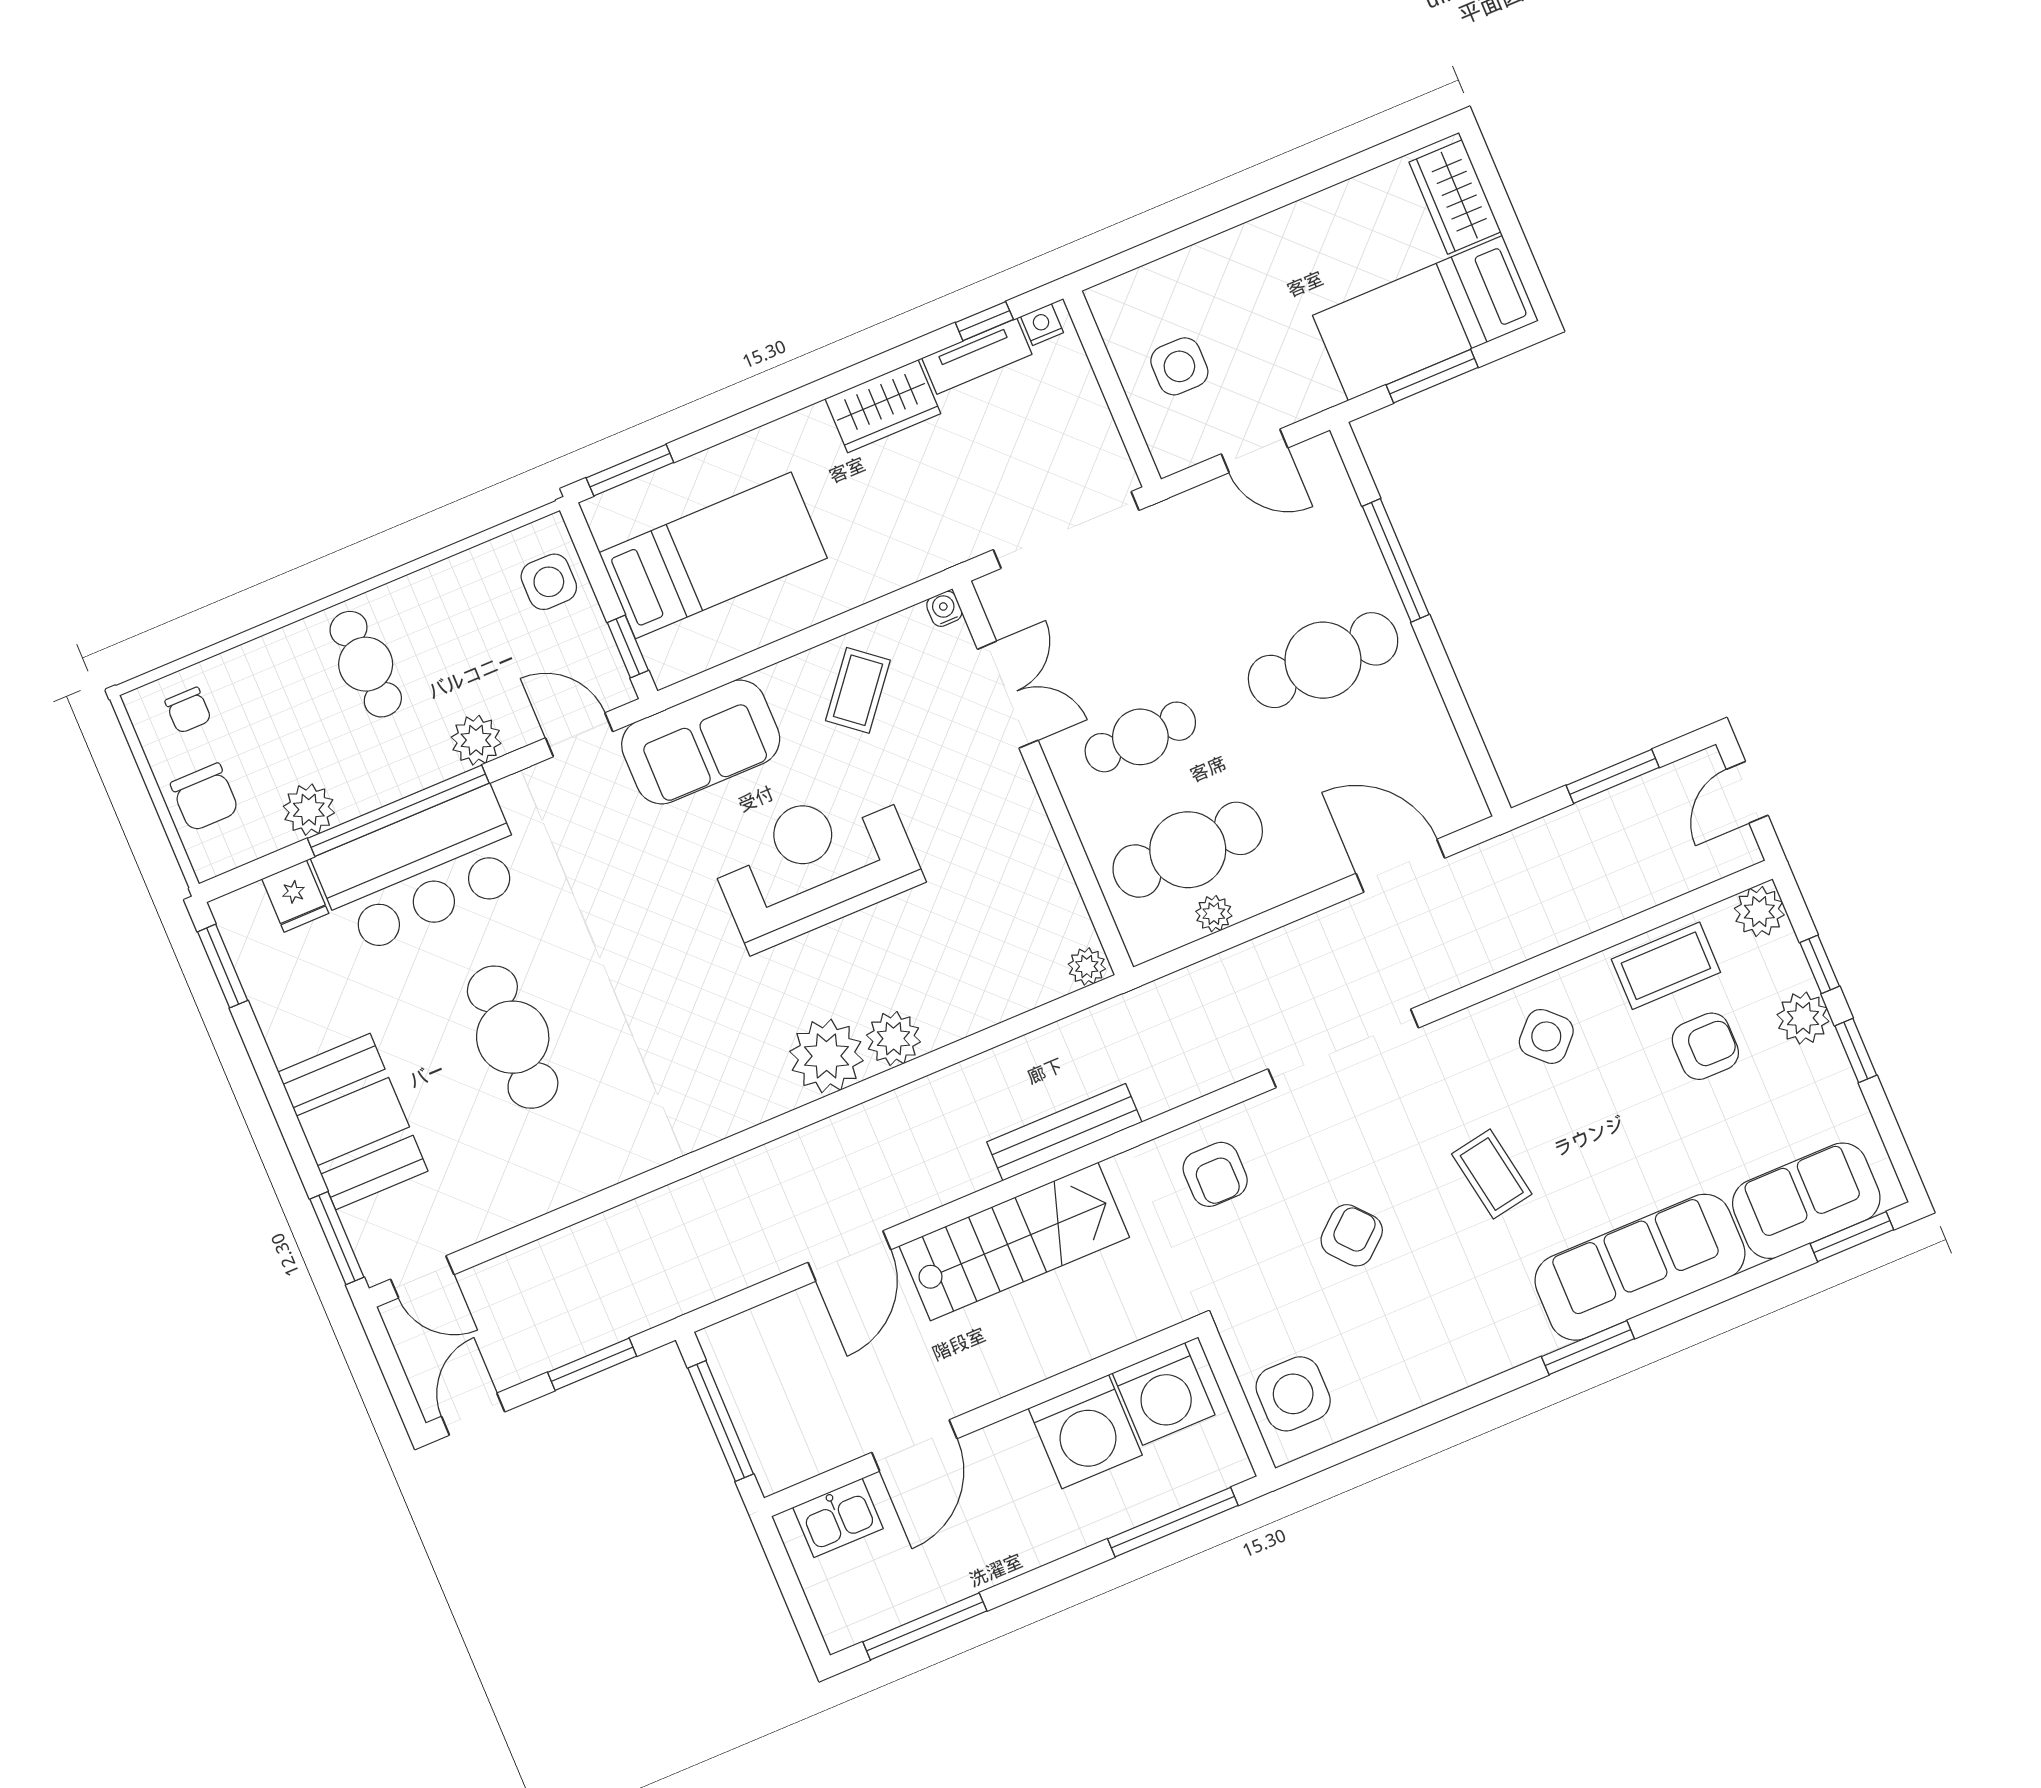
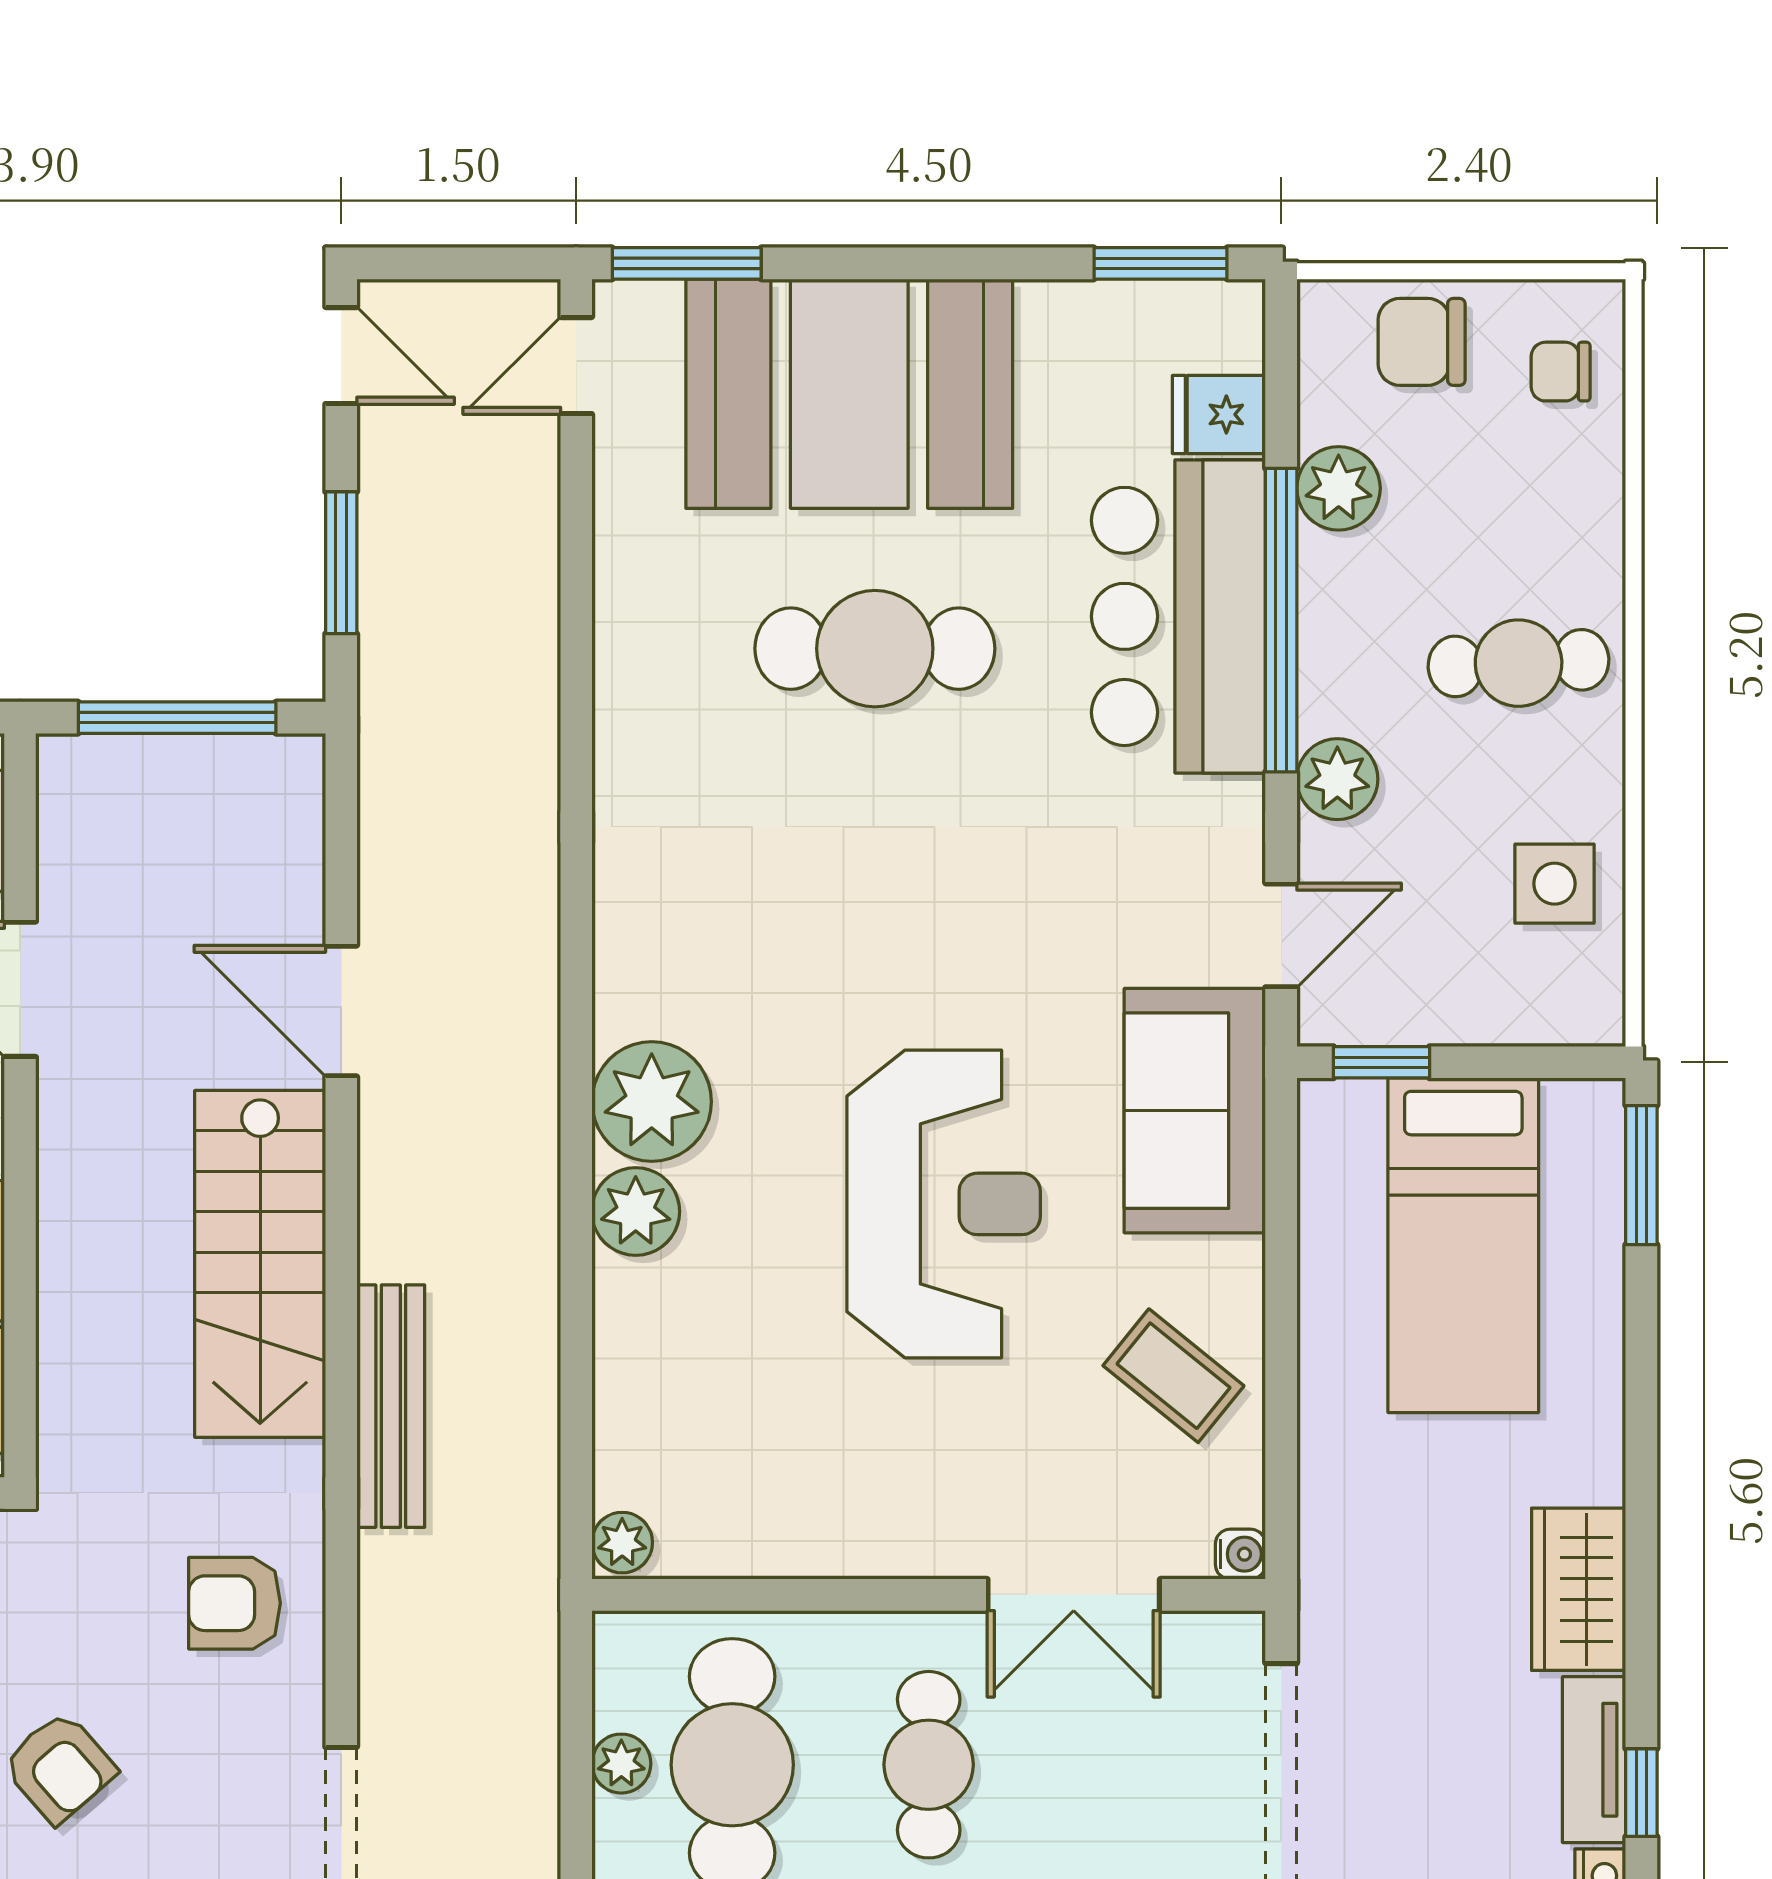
side table: (549, 582) -> (1555, 884), moved
booth: (353, 1122) -> (849, 394), width x1.36, depth x1.42

